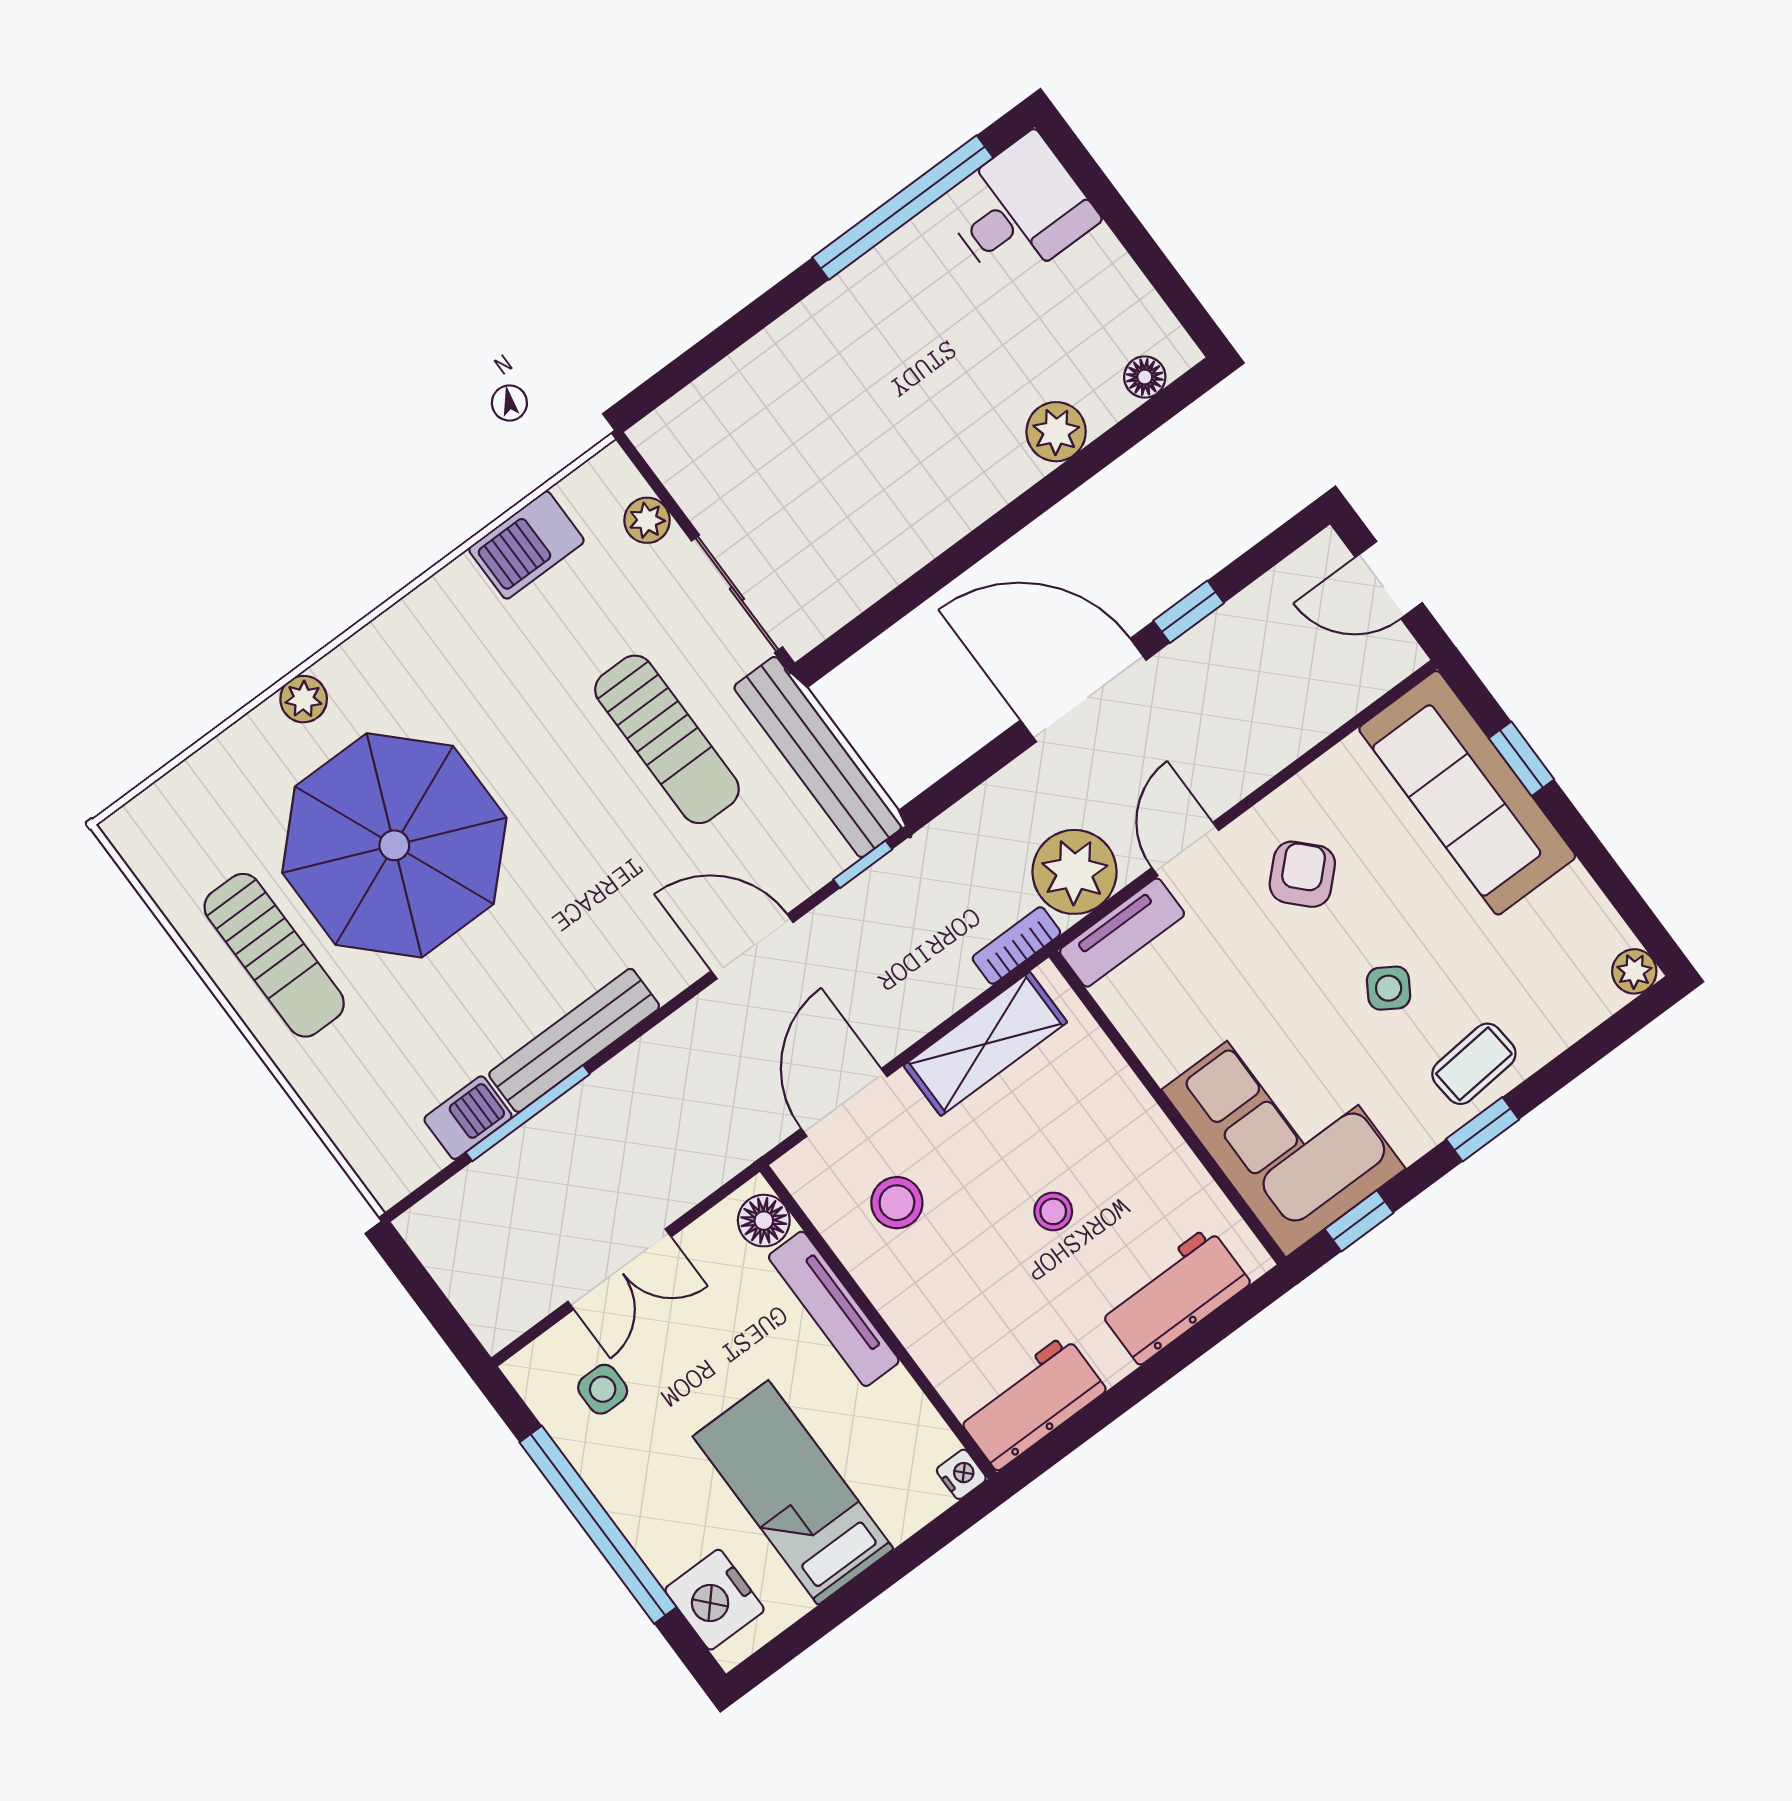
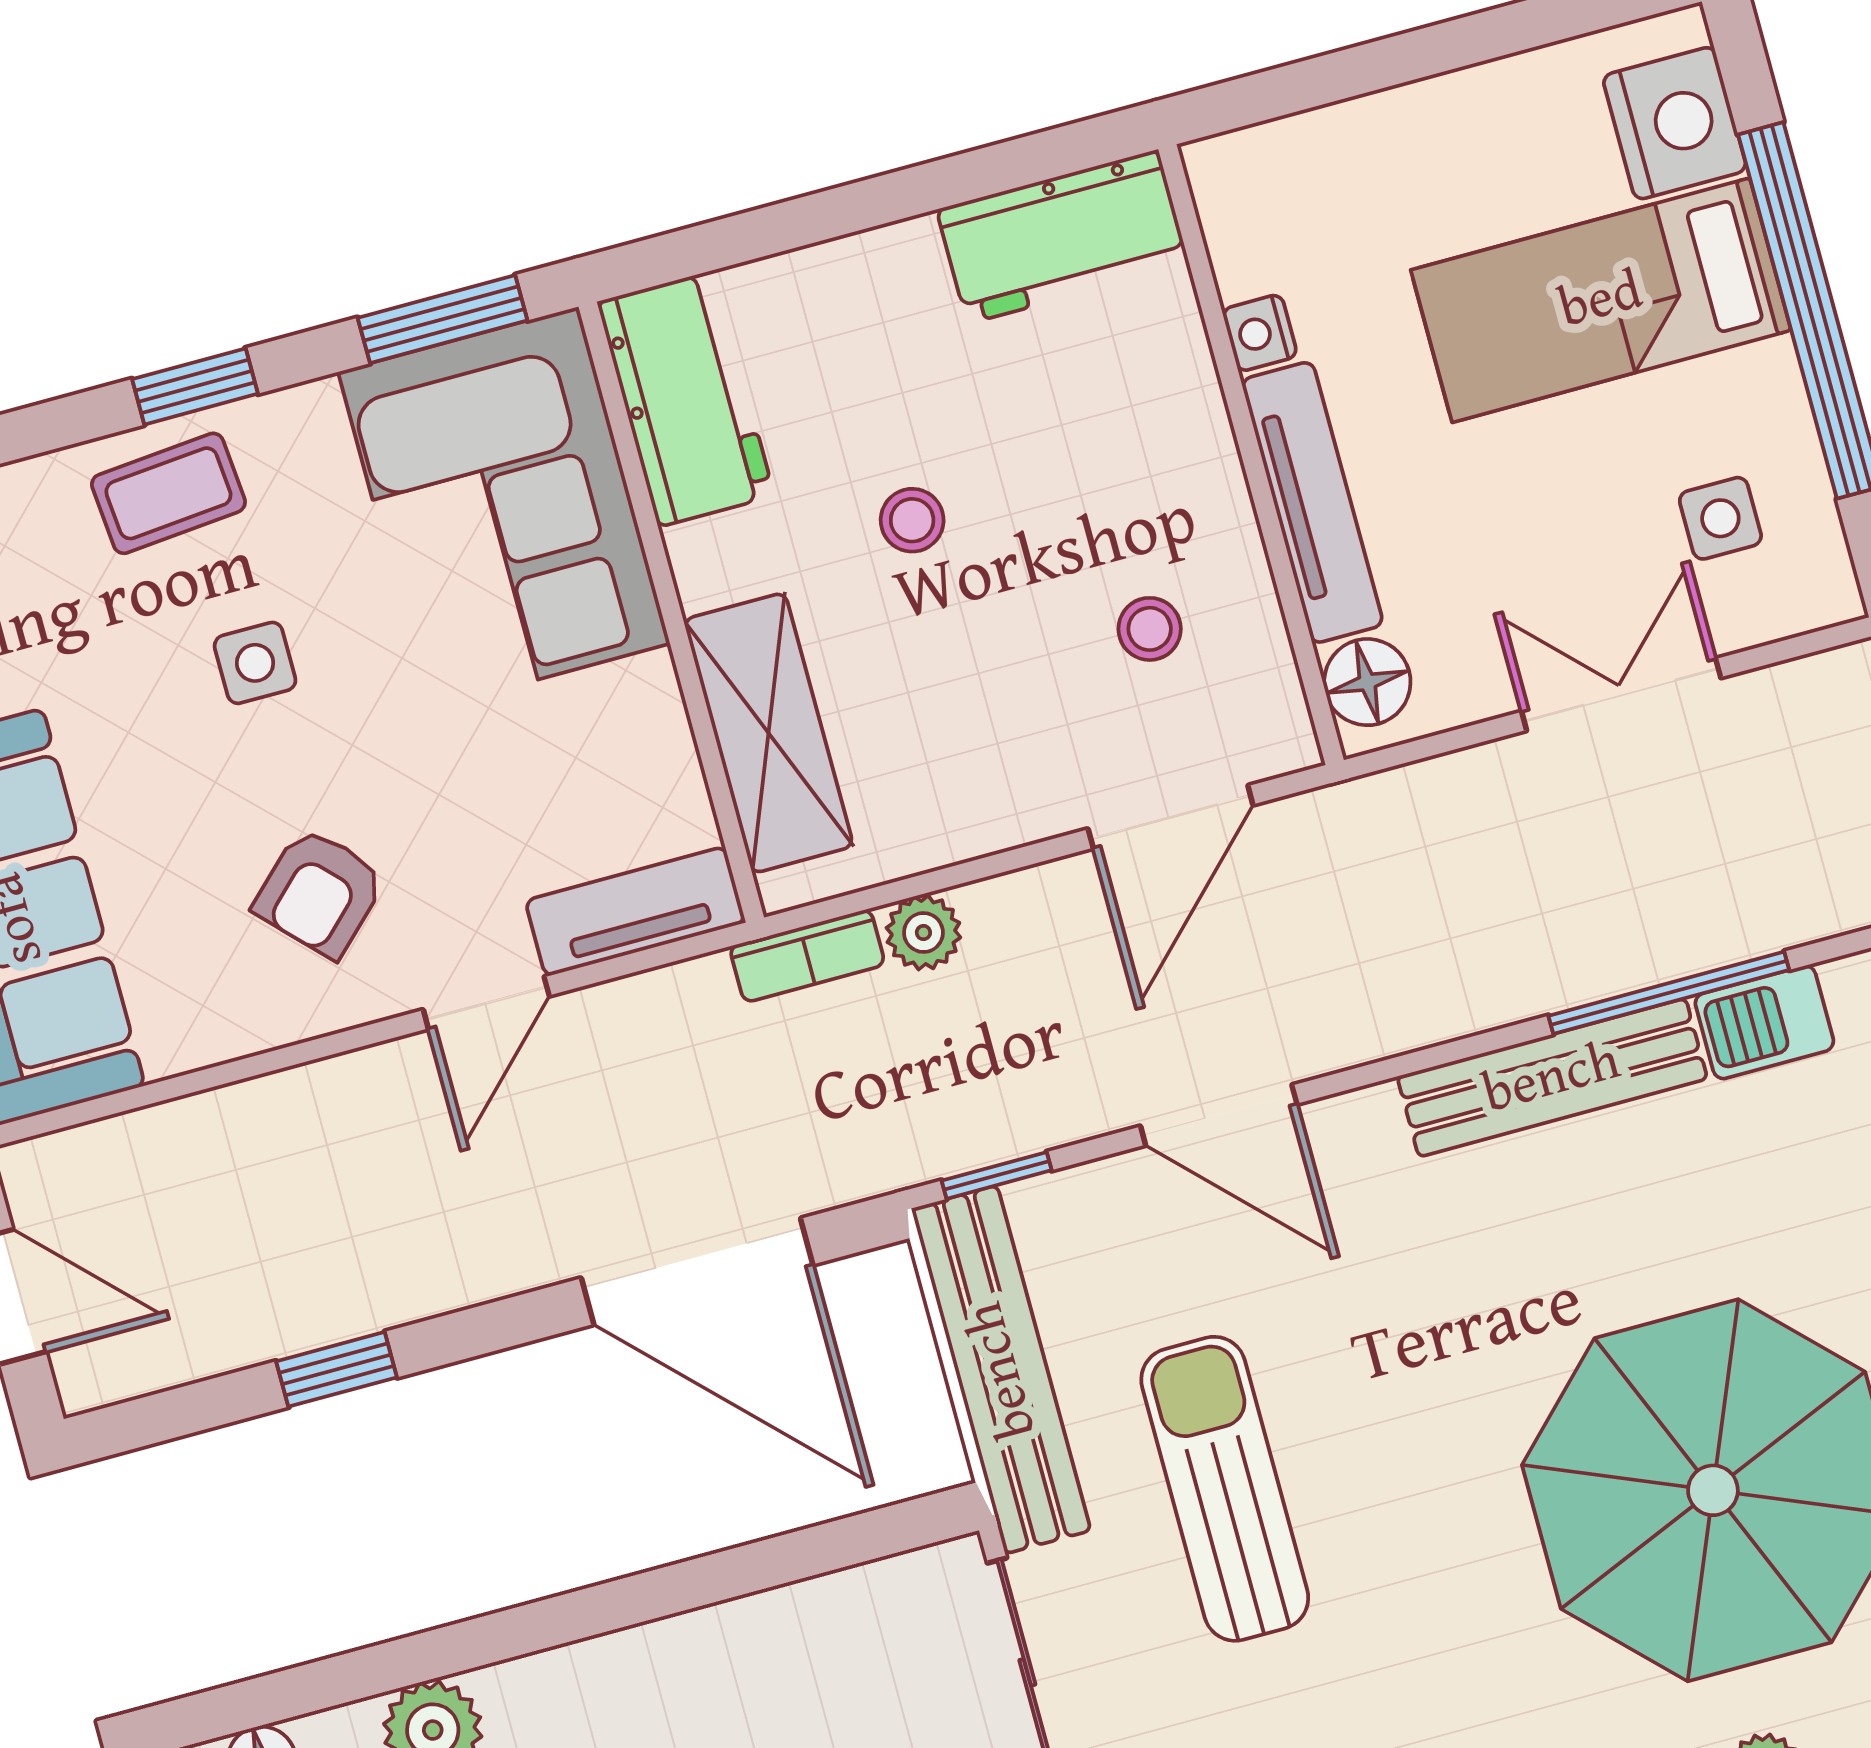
door: (1083, 690) -> (697, 1271), moved
plant: (1075, 872) -> (923, 933), moved, width x0.53, depth x0.53
side table: (1389, 988) -> (255, 663), turned -32
shelving: (985, 1044) -> (768, 733), moved, turned 90
stool: (897, 1203) -> (1150, 629), width x0.73, depth x0.73
window: (1359, 1221) -> (443, 319), width x1.50
workbench: (1174, 1296) -> (686, 399), moved, turned -90
nightstand: (961, 1474) -> (1260, 333), moved
bed: (793, 1493) -> (1601, 300), moved, turned 90

